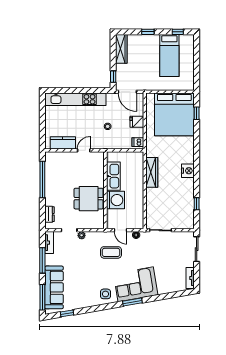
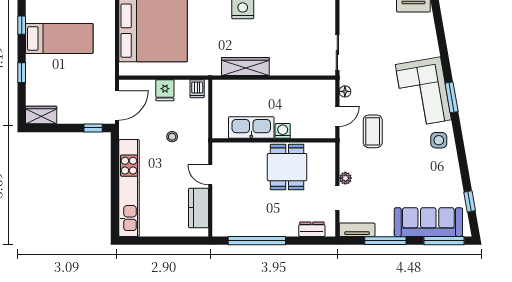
wardrobe: (121, 49) -> (41, 115), width x0.67
washing machine: (115, 200) -> (283, 131), width x0.53, depth x0.53

